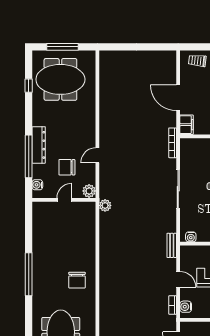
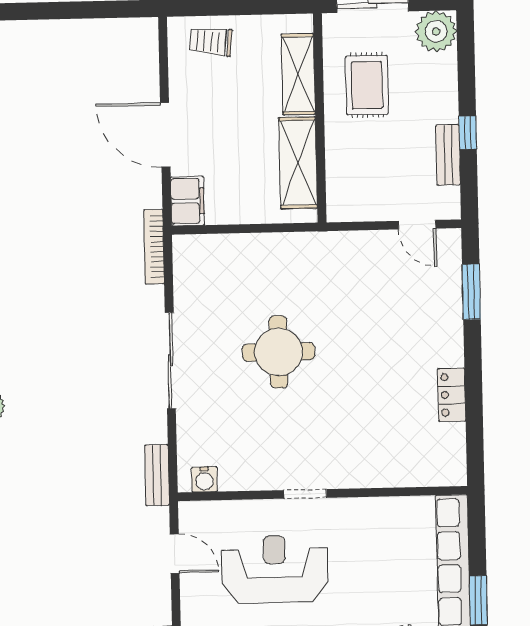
bench: (172, 245) -> (157, 475), moved
door: (178, 279) -> (175, 554), moved

